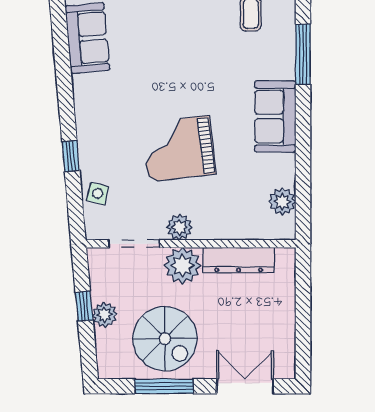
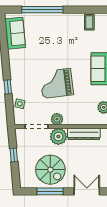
plant: (105, 315) -> (23, 159), removed

